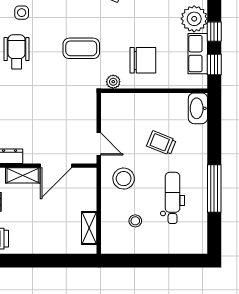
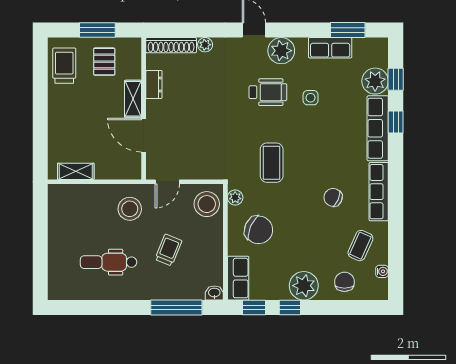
row of seats: (198, 54) -> (238, 278), moved, turned 90
chair: (143, 60) -> (259, 230), turned -66
washbasin: (198, 108) -> (214, 293), width x0.52, depth x0.69
window: (214, 188) -> (176, 308), moved
dental chair: (173, 198) -> (109, 262), turned 180
stool: (135, 221) -> (207, 204), moved, width x1.89, depth x1.89

